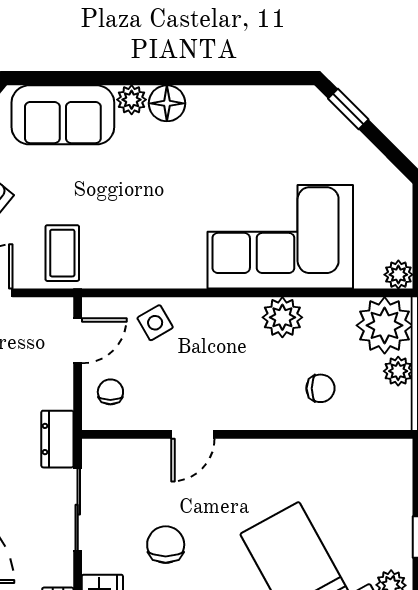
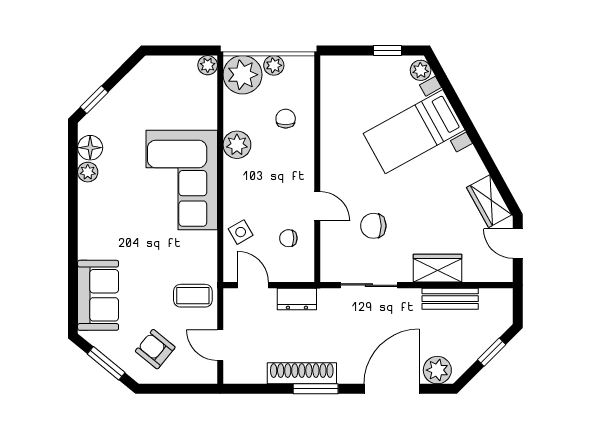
plant: (132, 100) -> (88, 172), moved
floor lamp: (167, 103) -> (90, 148), moved
corner sofa: (280, 237) -> (182, 180), moved
chair: (110, 392) -> (288, 238), moved
dresser: (57, 439) -> (297, 299), moved
chair: (166, 545) -> (373, 226), moved

